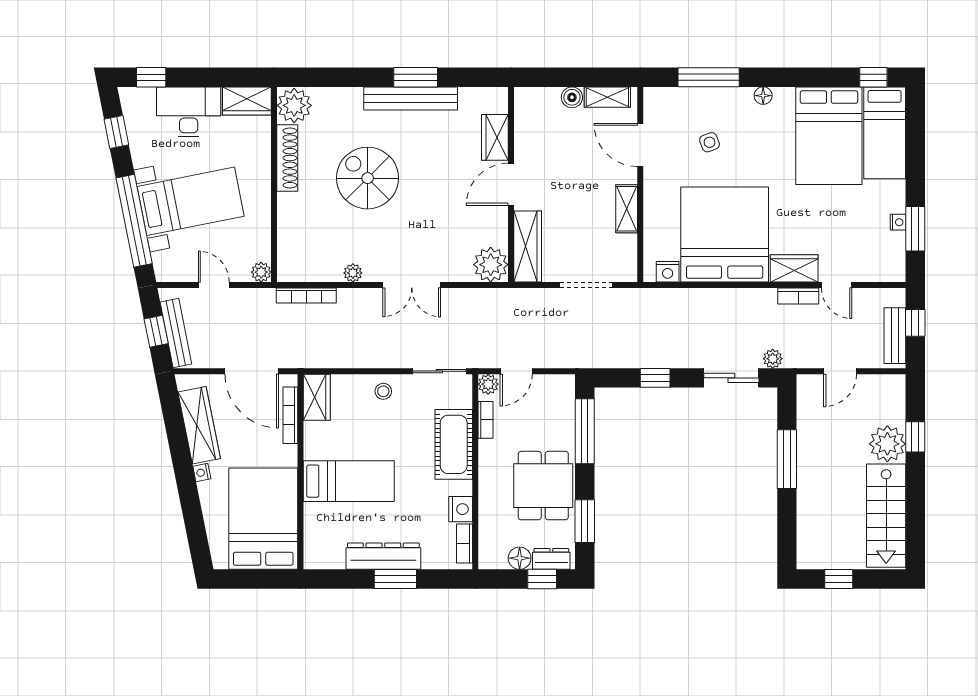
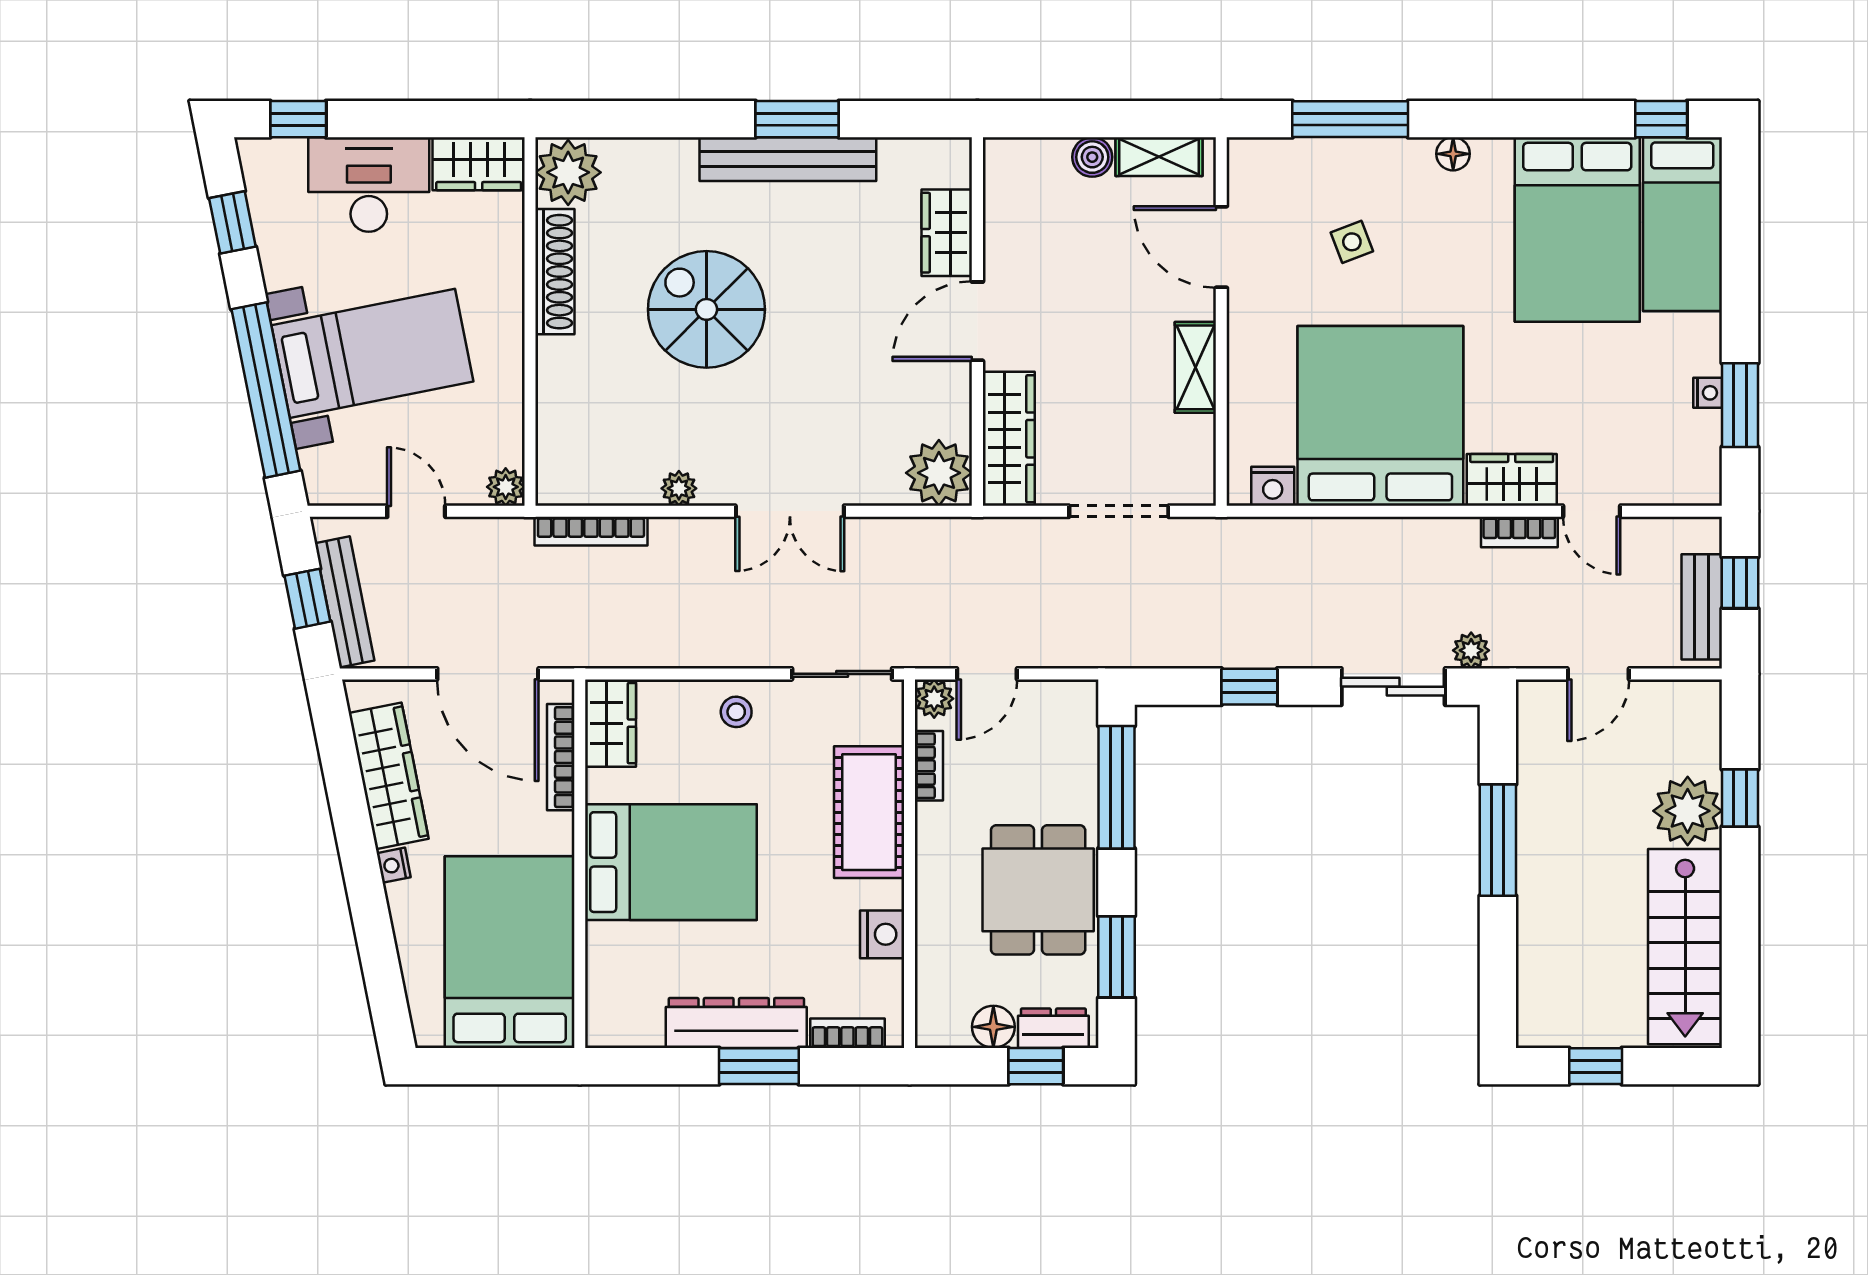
bed: (349, 481) -> (671, 862), width x1.50
bookcase: (464, 543) -> (847, 1033), moved, turned 90

